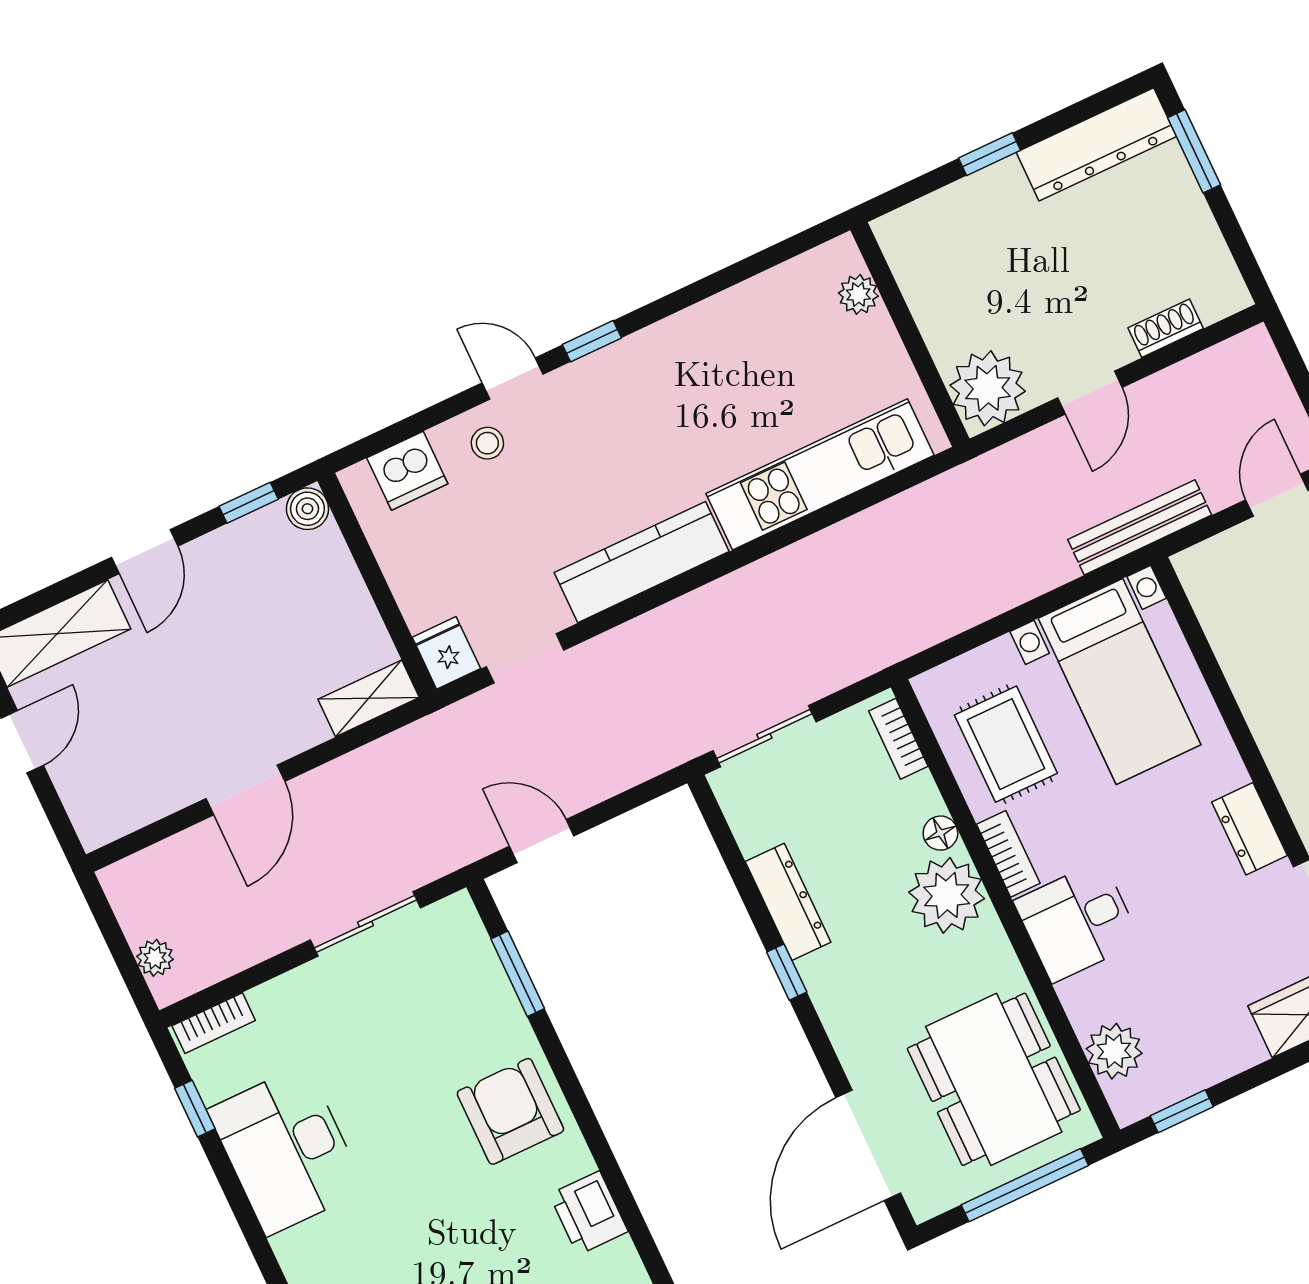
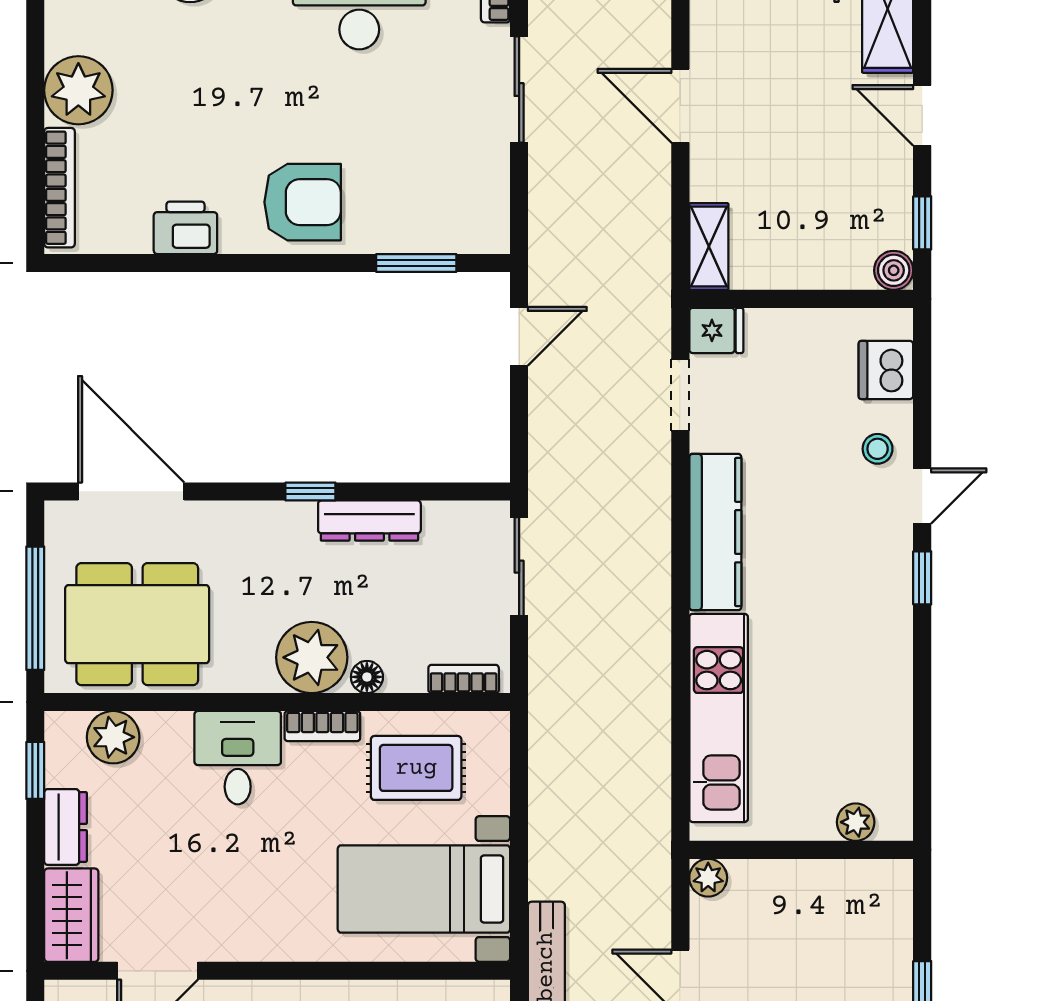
plant: (988, 388) -> (708, 878), width x0.53, depth x0.53
dresser: (1250, 829) -> (66, 827), moved, turned 90
sliding door: (366, 924) -> (519, 90), moved

